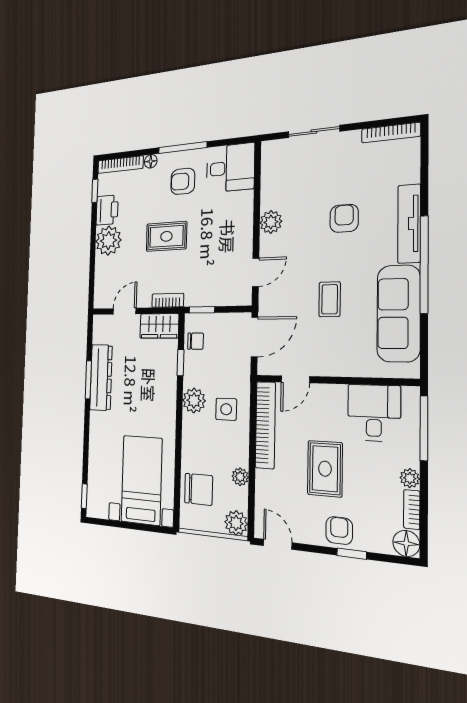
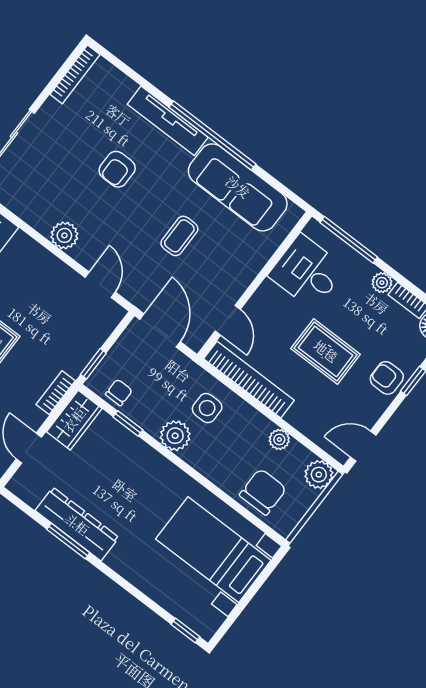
armchair: (344, 218) -> (117, 169), turned -90
coffee table: (330, 299) -> (179, 236), turned 90

